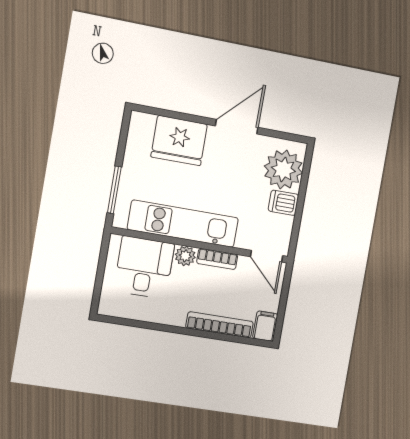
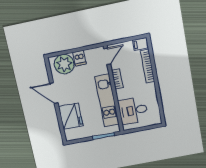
plant: (185, 256) -> (121, 94), removed

